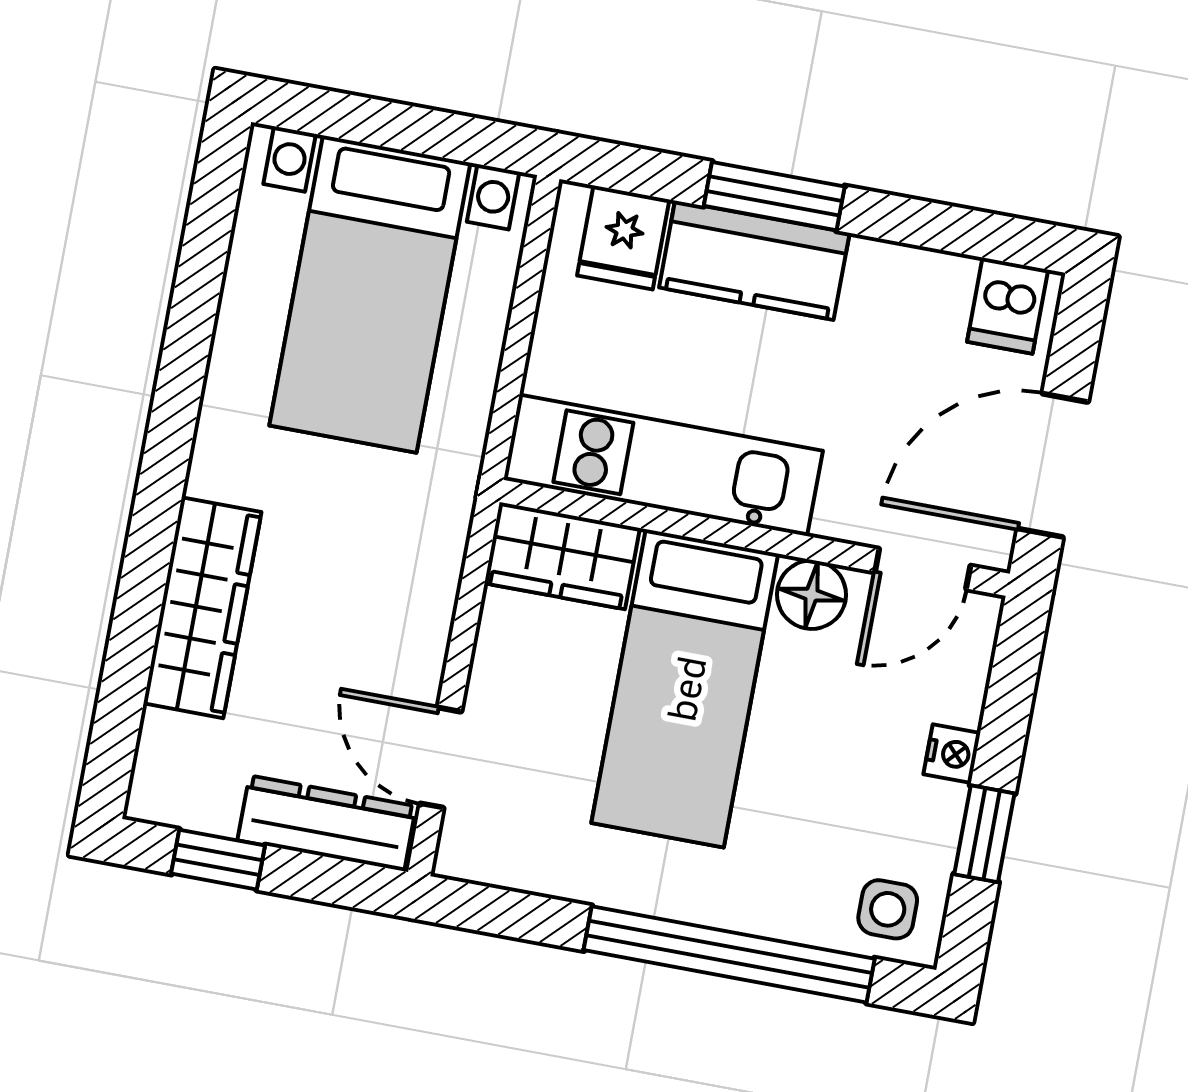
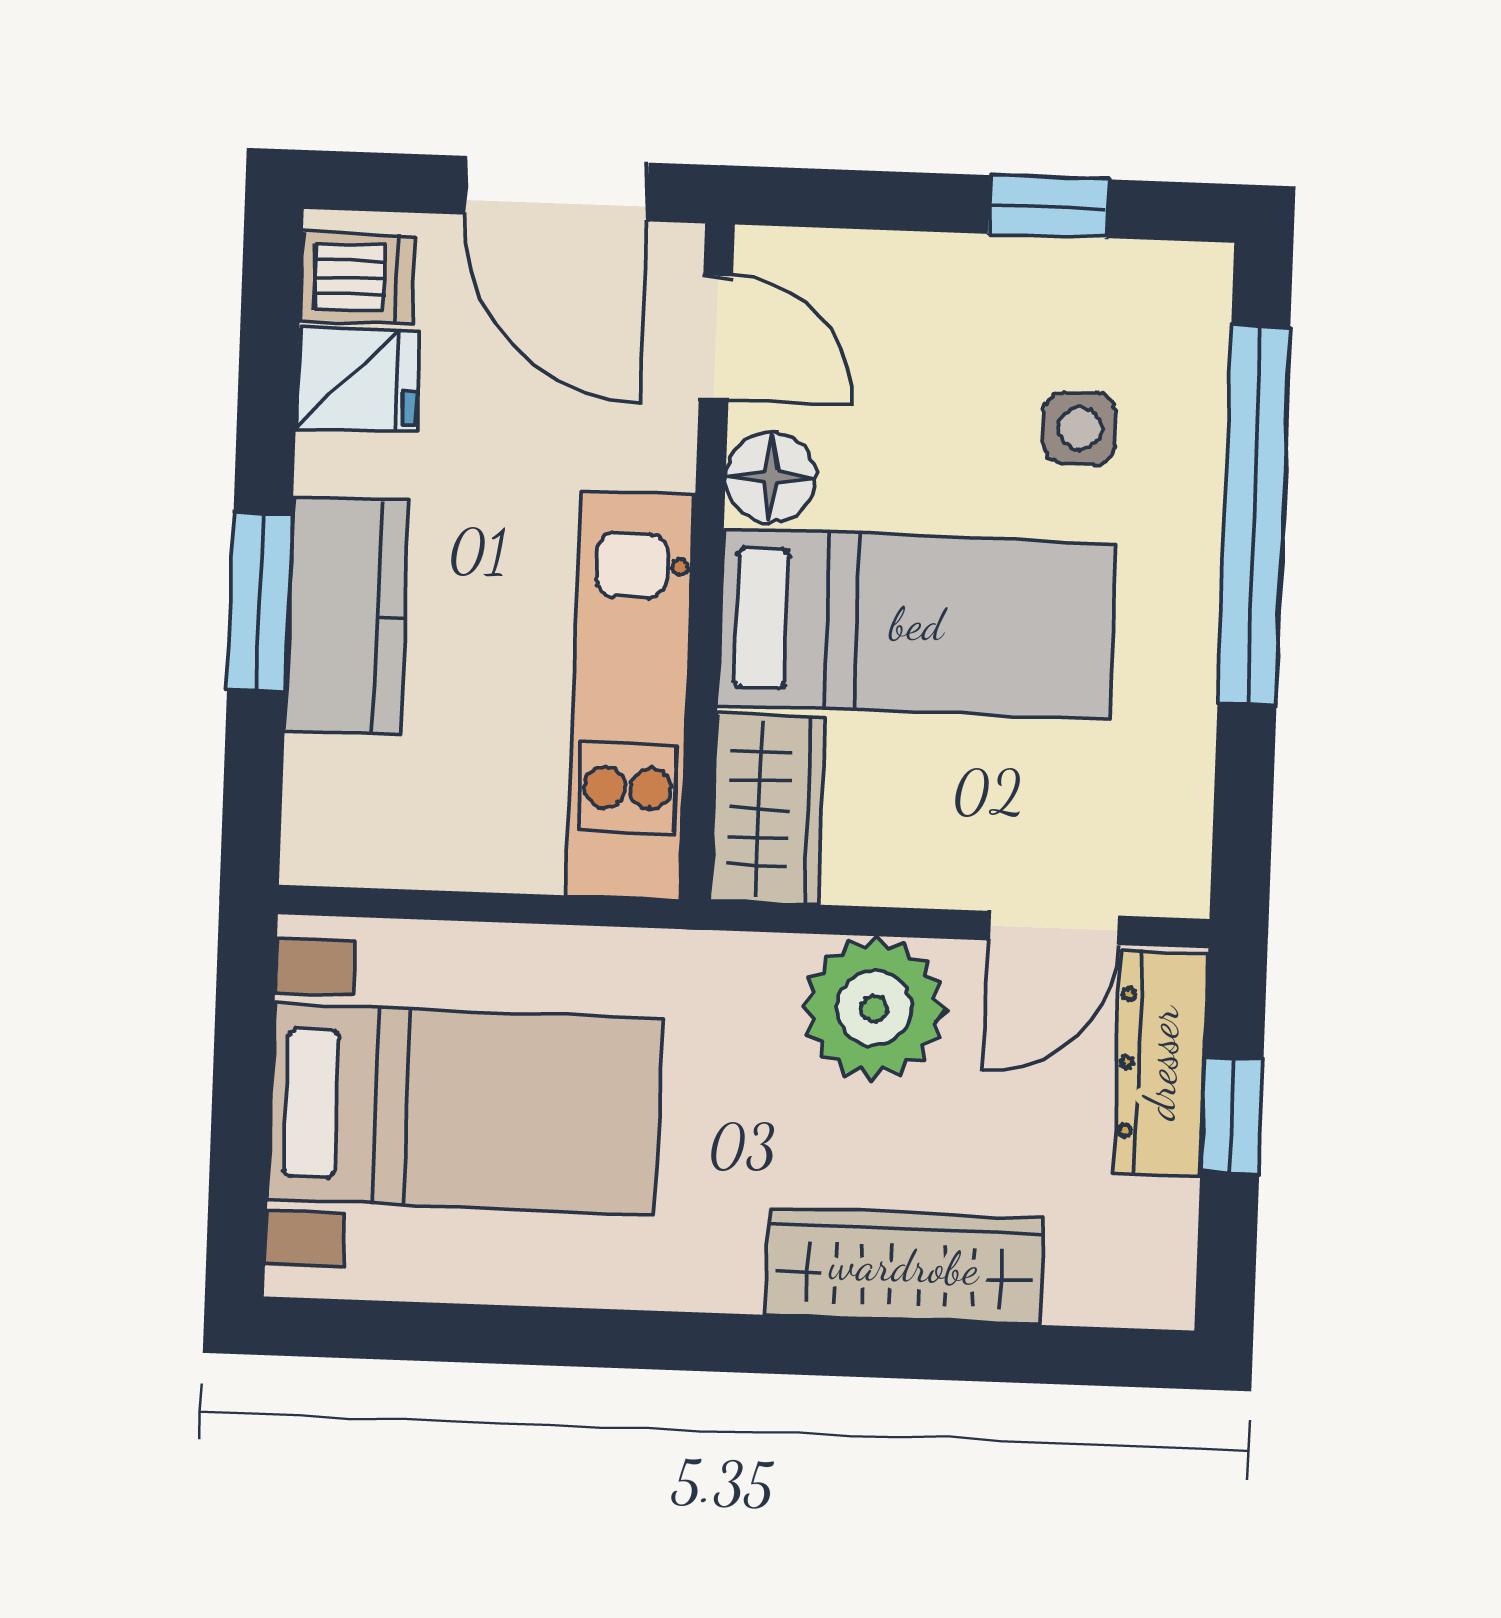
fridge: (623, 238) -> (358, 380), moved
plant: (400, 614) -> (874, 1008), added
nightstand: (952, 754) -> (950, 264), removed
window: (218, 860) -> (1232, 1115), moved
side table: (888, 909) -> (1080, 428), moved

